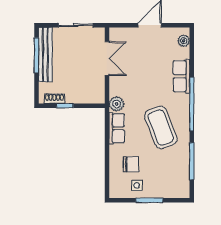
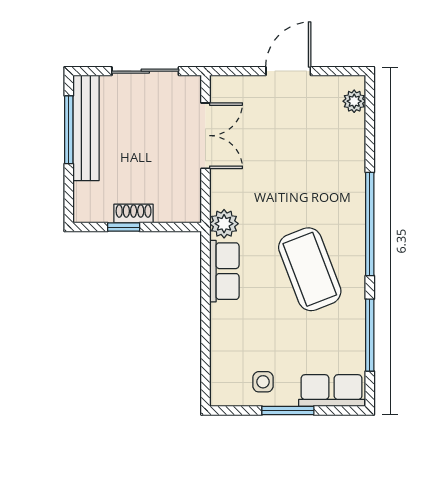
row of seats: (181, 76) -> (332, 391), moved, turned 90
shoe rack: (54, 99) -> (134, 214), moved
chair: (131, 164) -> (252, 341), removed

